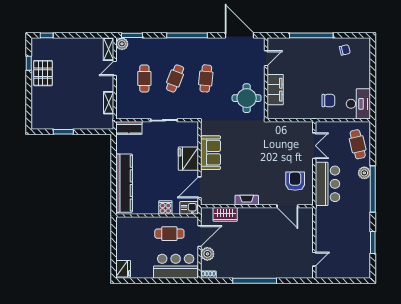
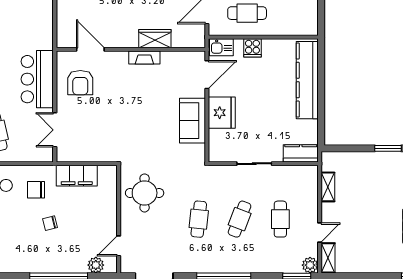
plant: (283, 44) -> (96, 265), added
chair: (345, 50) -> (50, 223), moved
filing cabinet: (275, 90) -> (77, 176), moved, turned -90
wardrobe: (225, 214) -> (155, 39), moved

